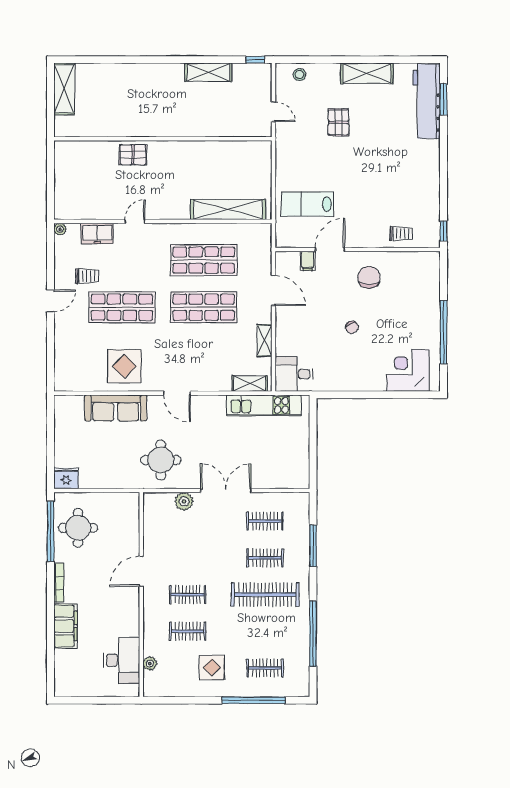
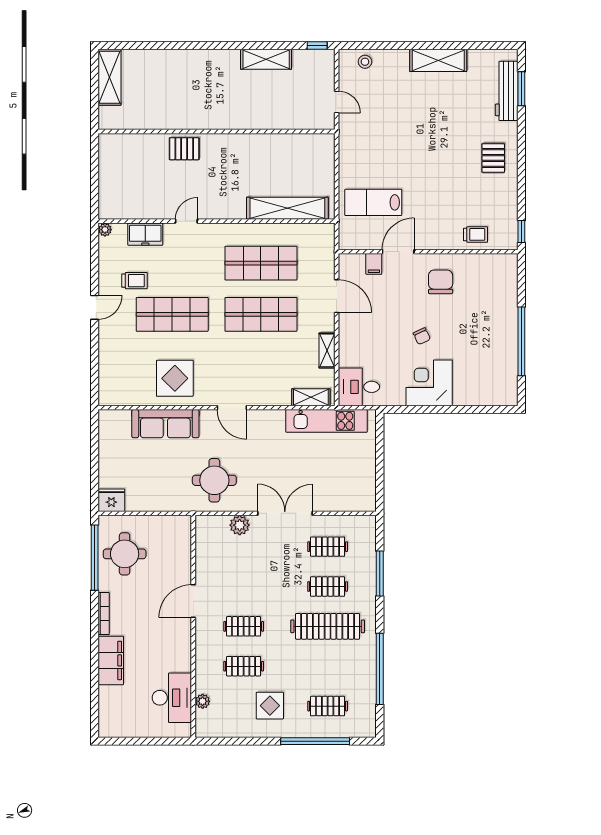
workbench: (427, 101) -> (507, 91), width x0.73, depth x0.76
pallet: (338, 122) -> (493, 158), moved
corner desk: (408, 370) -> (429, 383), moved

